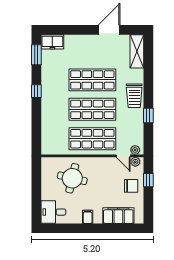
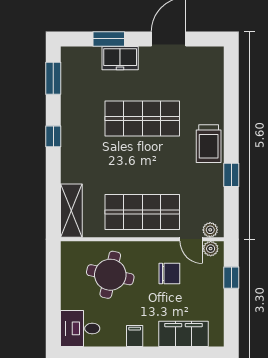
window: (71, 30) -> (109, 39), added
freezer: (52, 42) -> (120, 58), moved
shelving: (137, 51) -> (71, 211), moved
shop shelf: (92, 109) -> (142, 165), removed
chair: (131, 186) -> (169, 274), moved

